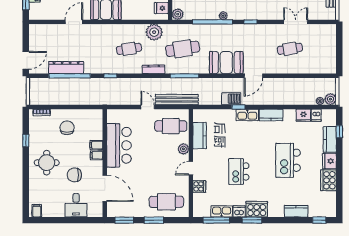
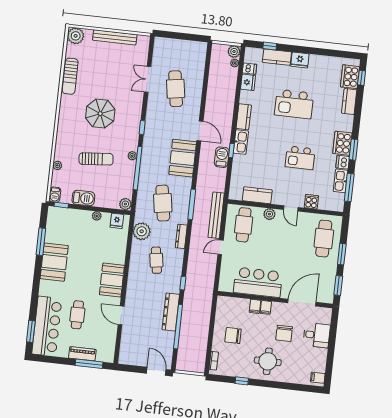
cafe table: (290, 49) -> (176, 89), width x1.37, depth x1.35
dresser: (66, 68) -> (171, 312), moved
cooker: (328, 180) -> (350, 77), moved, turned 90

